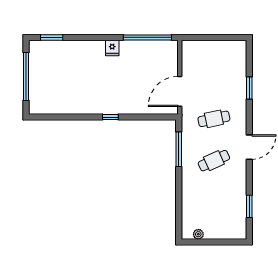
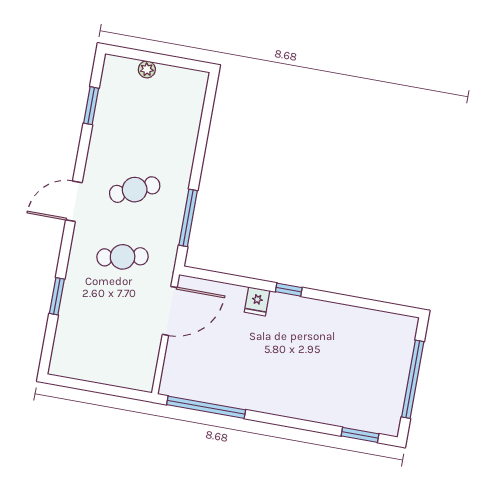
fridge: (112, 48) -> (257, 301), moved, turned 180
plant: (198, 234) -> (147, 69), moved

